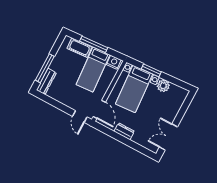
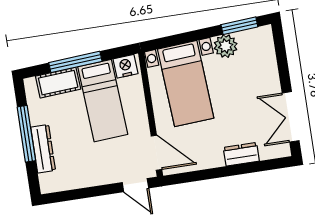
window: (45, 68) -> (26, 134), moved
window: (151, 70) -> (239, 26), moved
dresser: (46, 81) -> (43, 149), moved
dresser: (124, 131) -> (241, 154), moved

